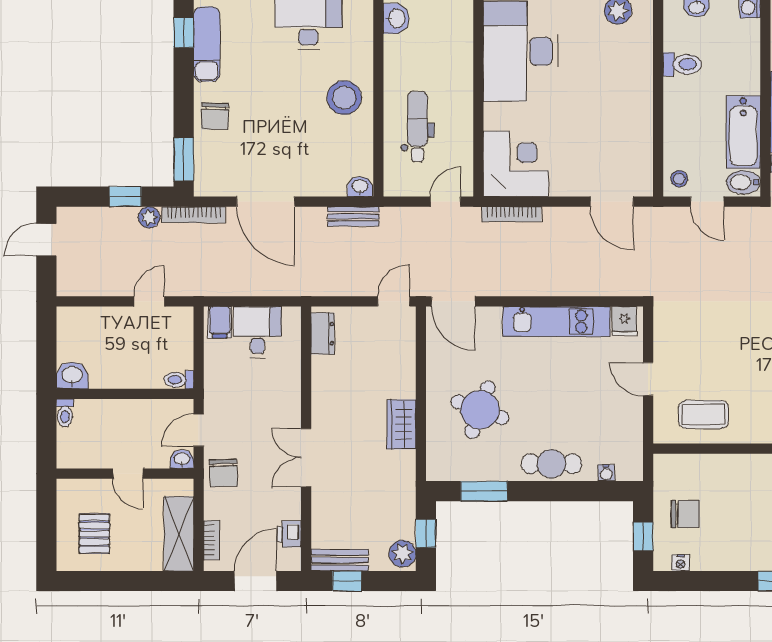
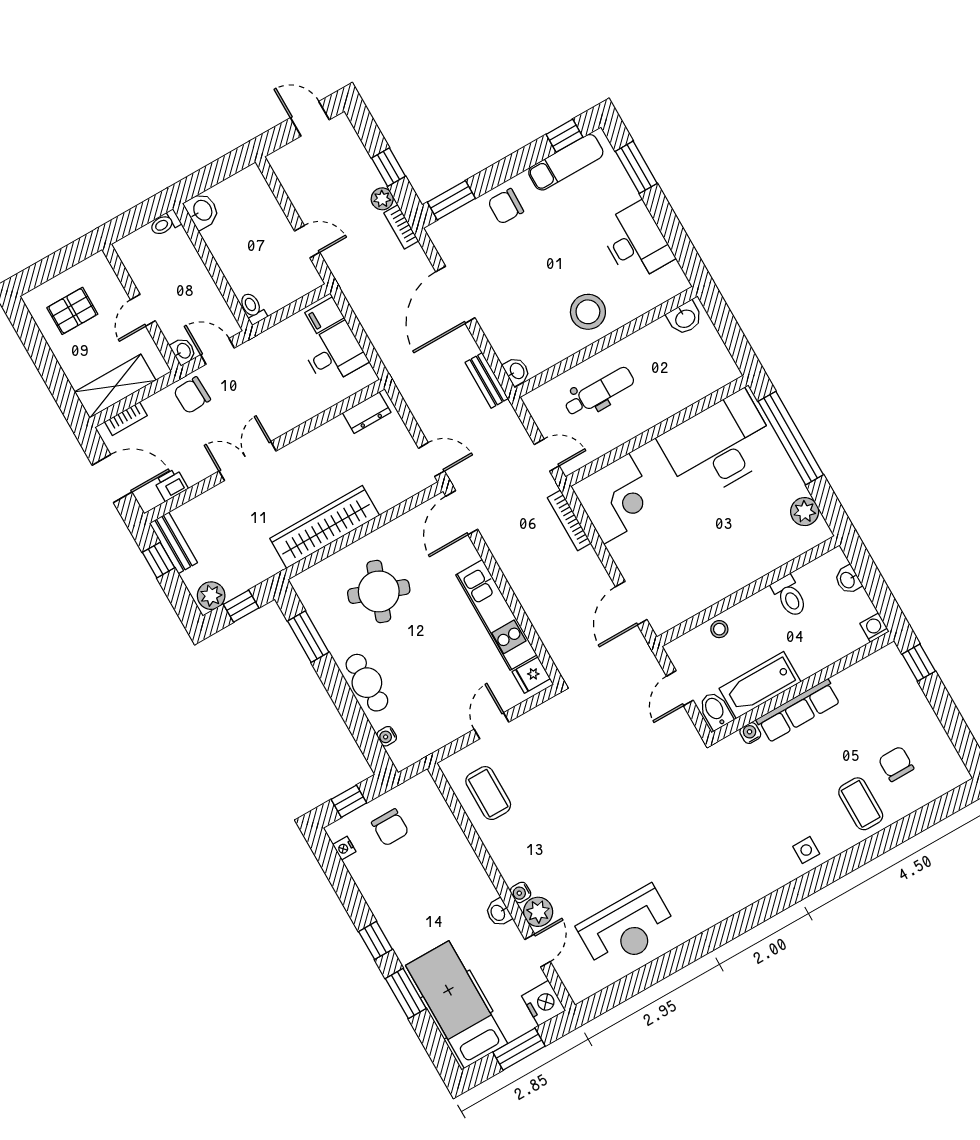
stool: (679, 179) -> (719, 629), moved
bookcase: (194, 215) -> (401, 227), width x0.64
wardrobe: (401, 424) -> (325, 527), width x2.10, depth x1.17

